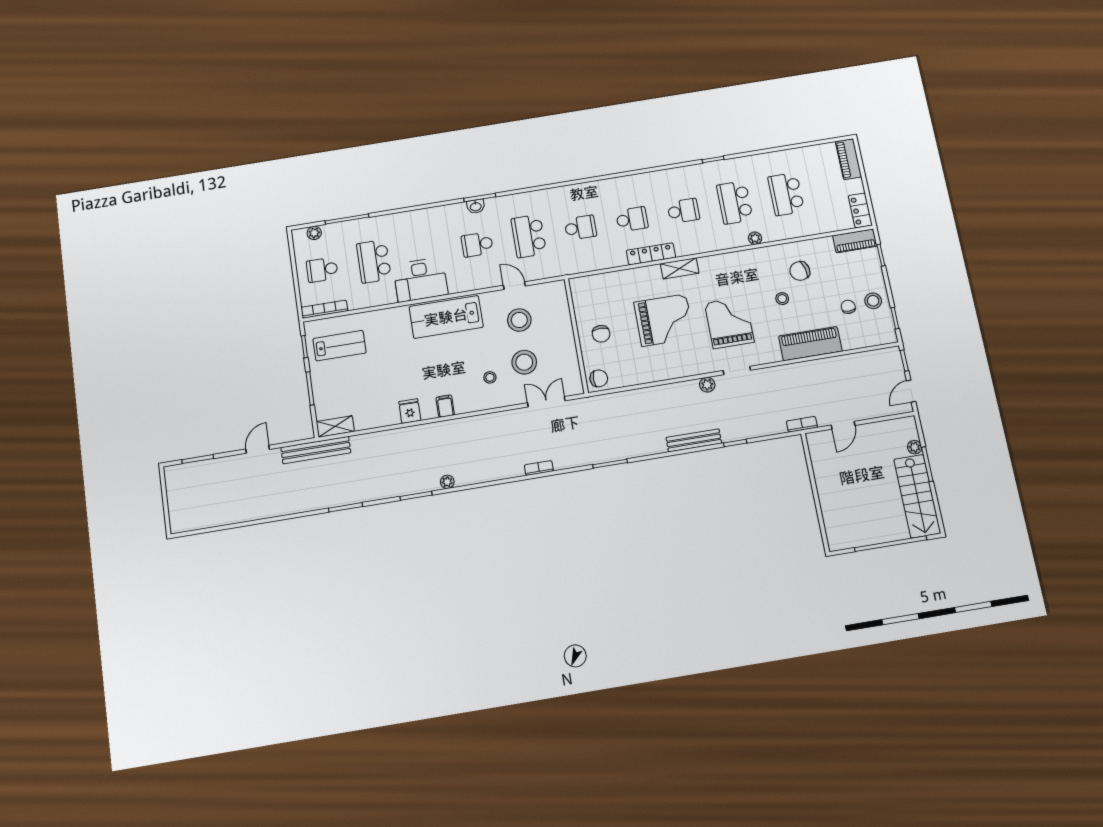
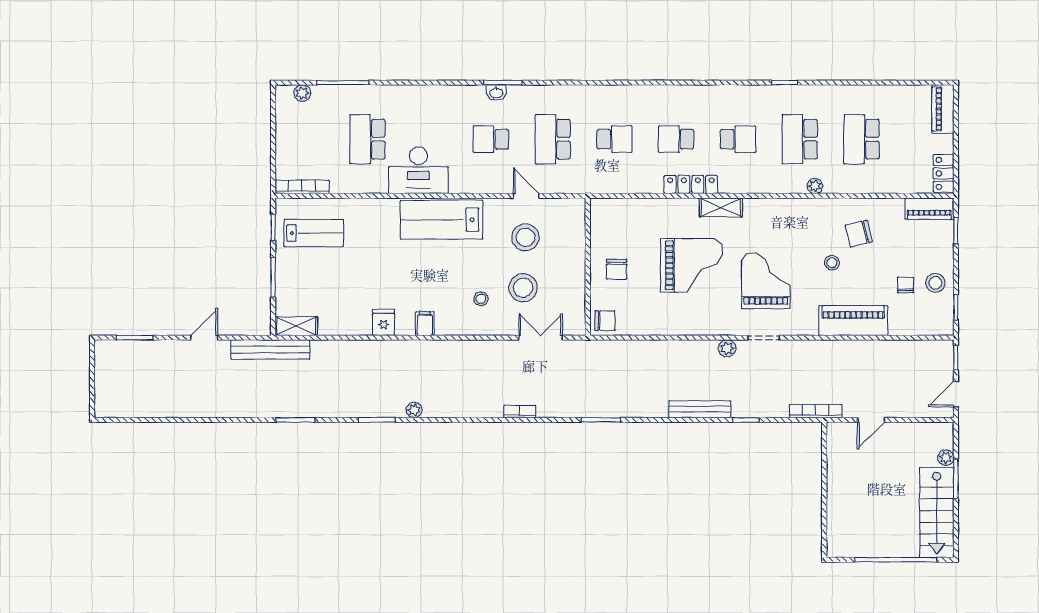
school desk: (632, 219) -> (676, 139), turned 180
school desk: (322, 270) -> (306, 139), removed
bookcase: (802, 424) -> (816, 411), width x1.56

